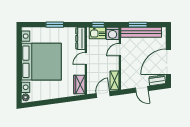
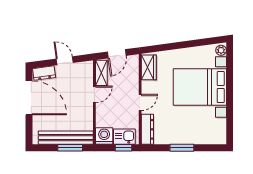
door: (120, 50) -> (94, 94), moved
bed with nightstands: (41, 62) -> (200, 87), width x0.73
door: (168, 62) -> (29, 98), hinge flipped

